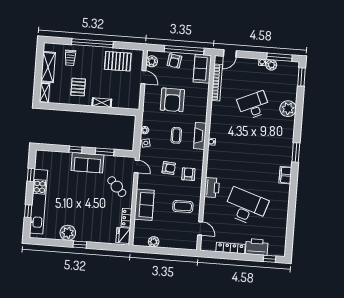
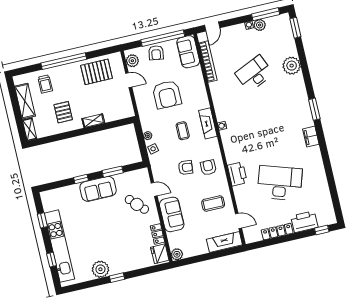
door: (137, 166) -> (154, 189), moved
plant: (154, 242) -> (177, 254), moved
fireplace: (182, 243) -> (224, 242), added

